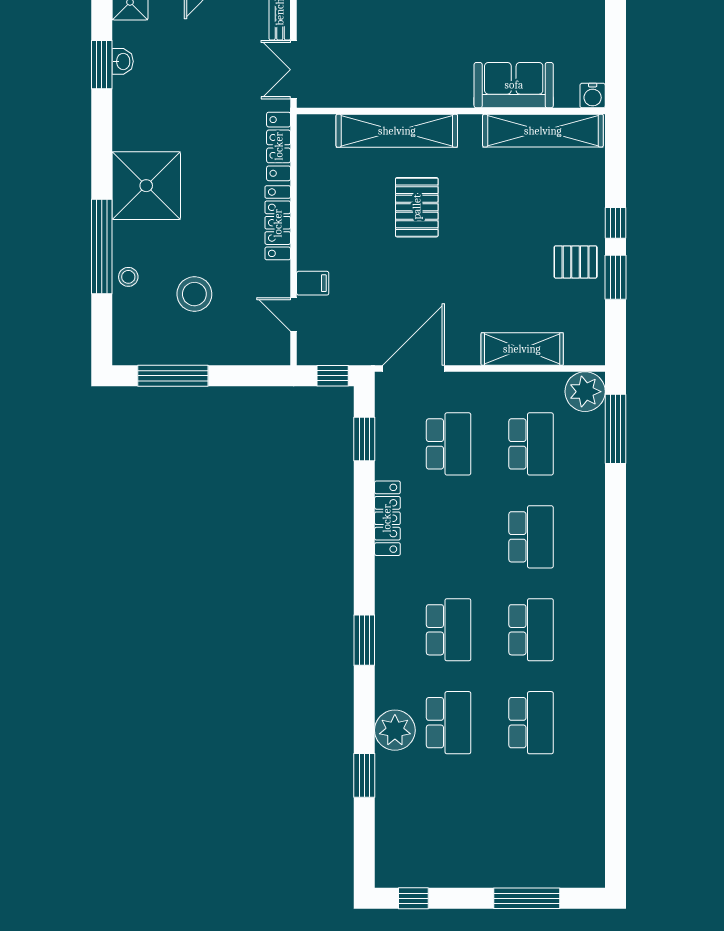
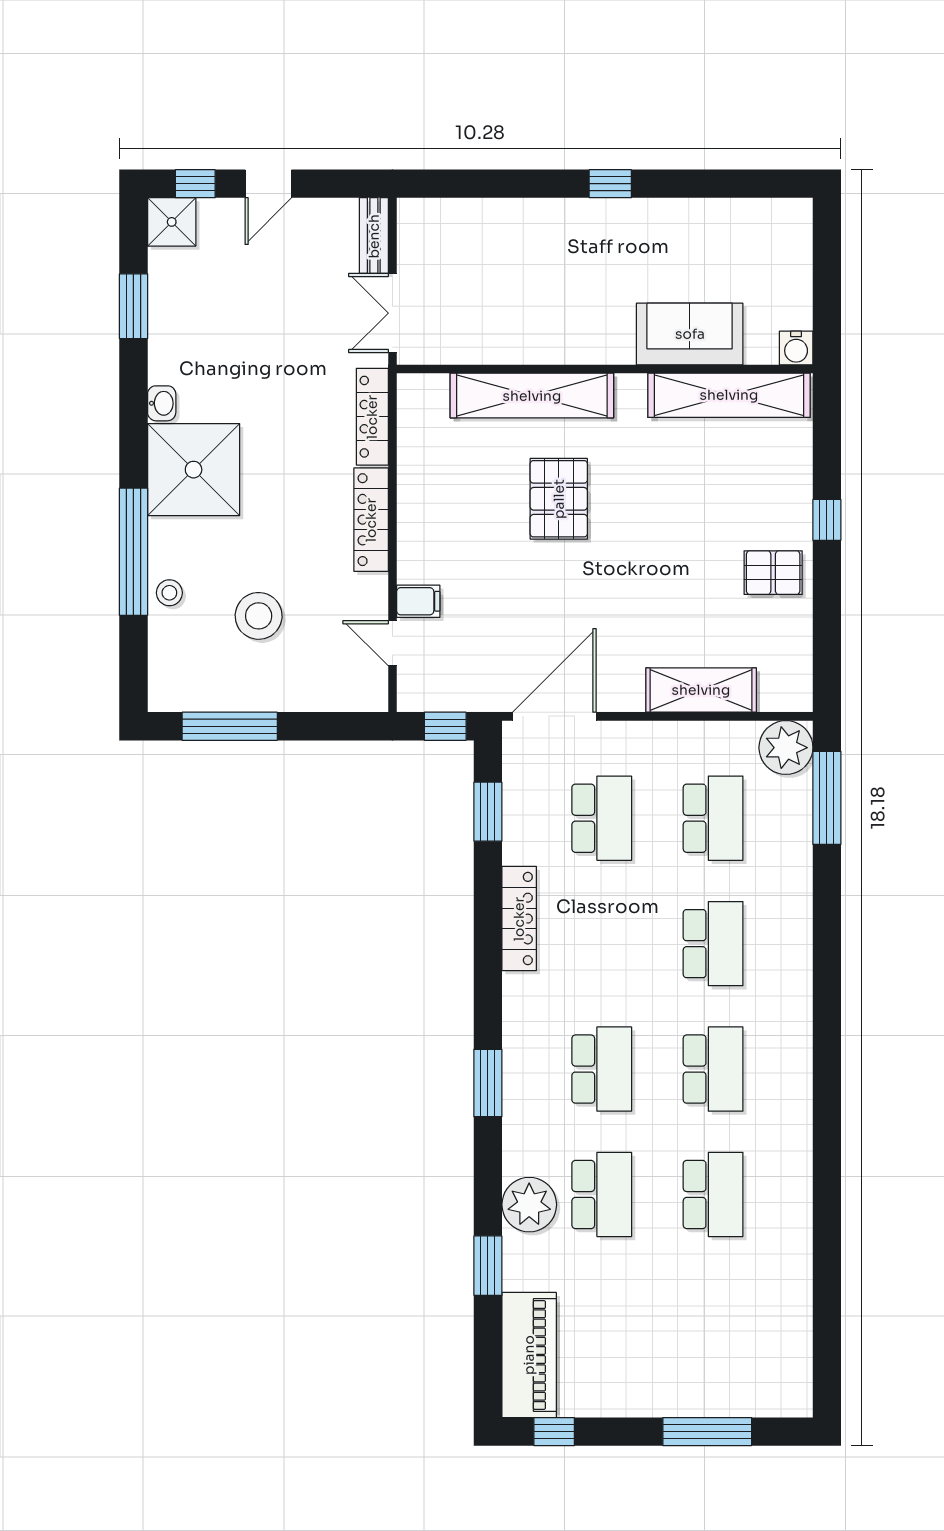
washbasin: (123, 61) -> (162, 403), moved
window: (615, 277) -> (827, 593), removed
piano: (395, 842) -> (529, 1355), added

